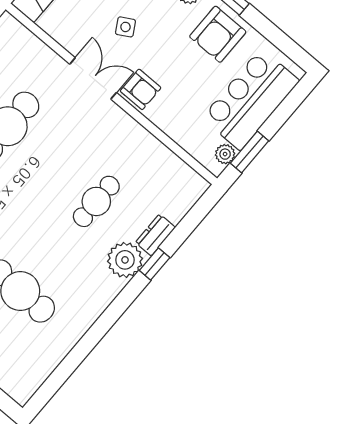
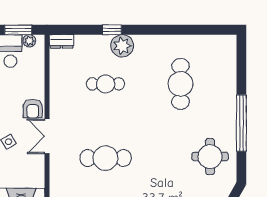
armchair: (141, 89) -> (33, 109), turned 180
dresser: (155, 235) -> (61, 41), moved

